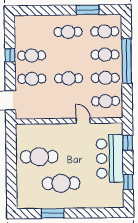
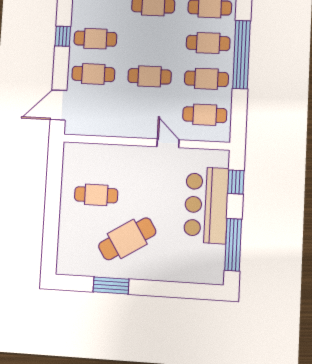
cafe table: (39, 157) -> (96, 195), width x0.73, depth x0.74
window: (128, 182) -> (233, 245), width x2.17
cafe table: (61, 183) -> (127, 239), turned -32

